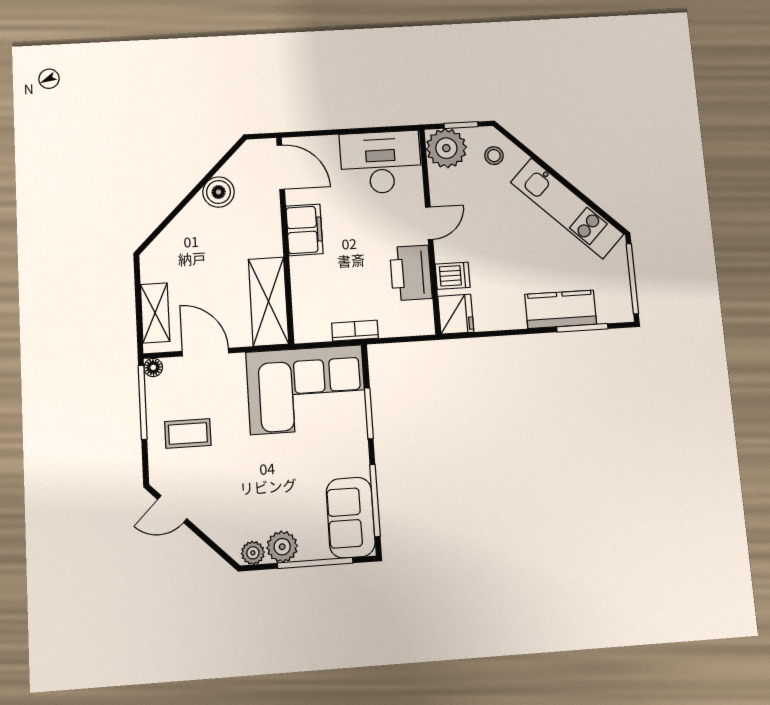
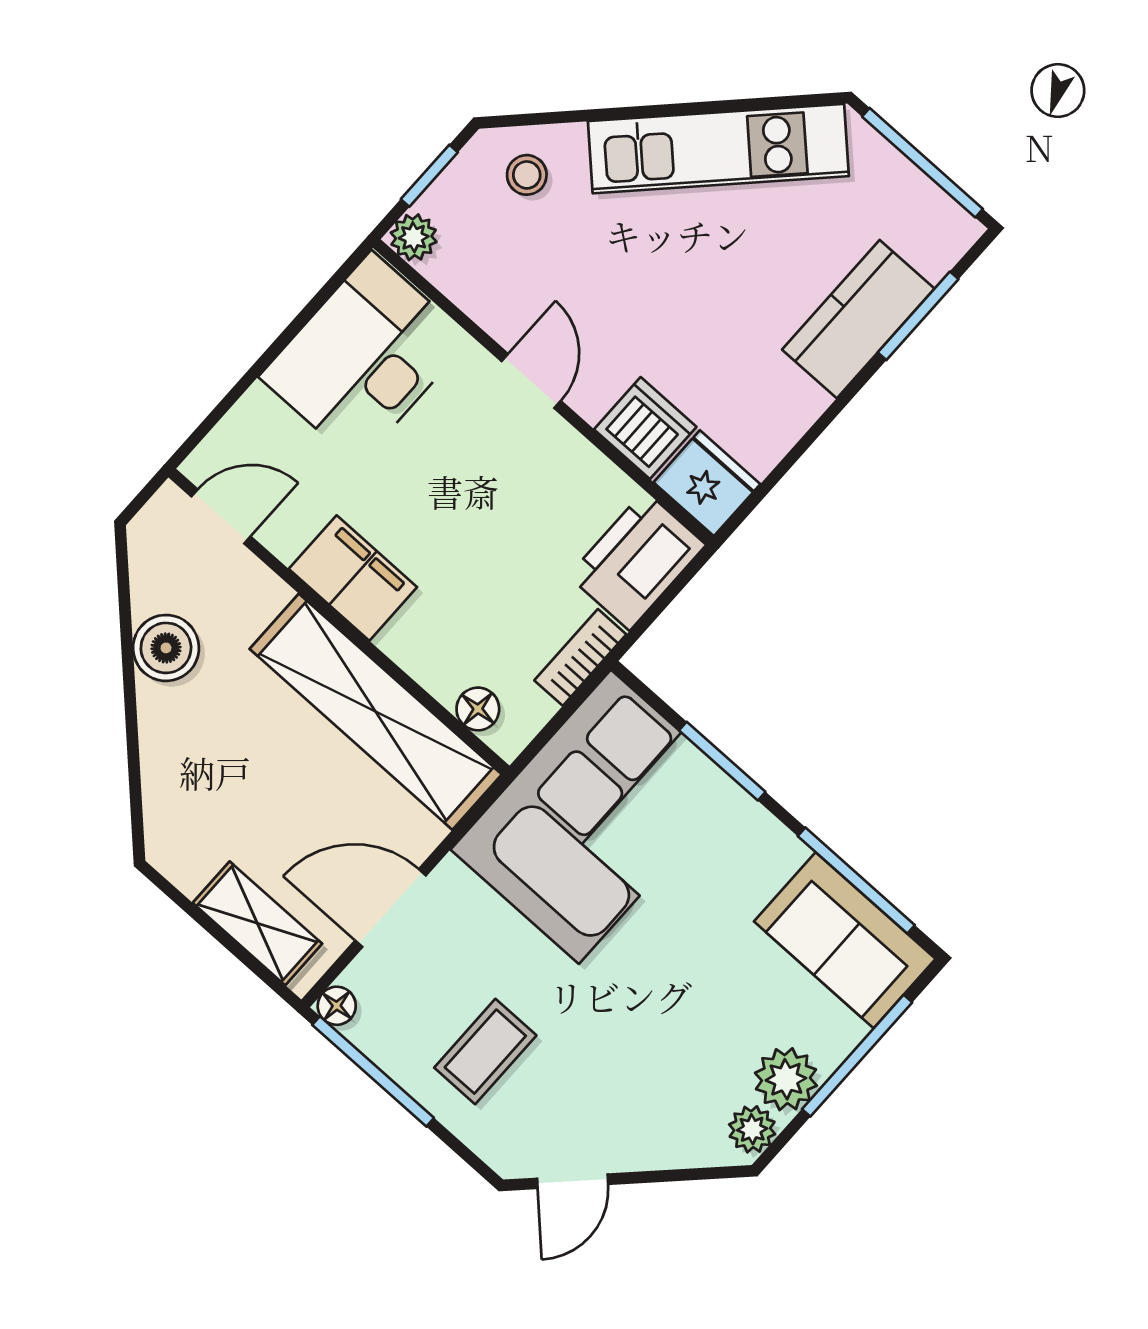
plant: (446, 148) -> (414, 237), width x0.53, depth x0.53
door: (281, 167) -> (221, 516), width x0.73
printer: (411, 273) -> (637, 560), moved, turned 90
dishwasher: (453, 276) -> (645, 428), width x1.38
shelving: (268, 301) -> (376, 712), width x1.47
floor lamp: (303, 314) -> (478, 709), added

